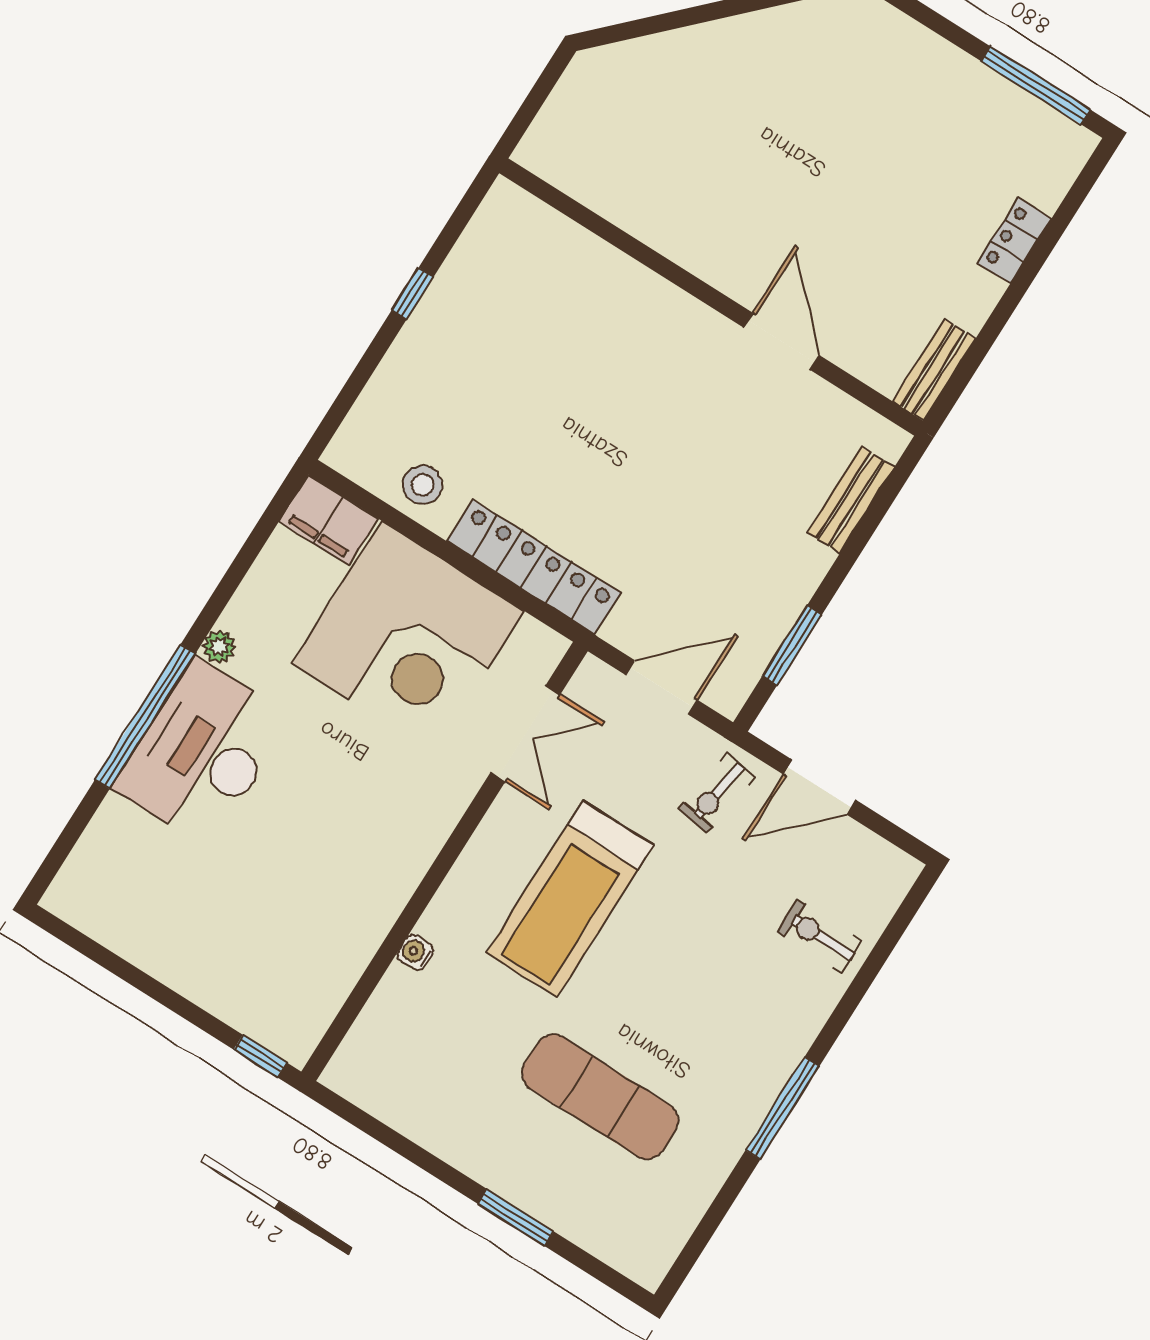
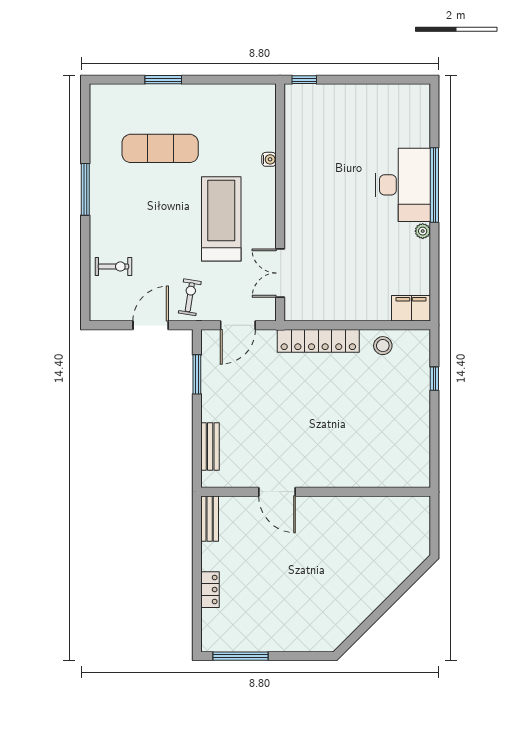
window: (412, 294) -> (434, 379), moved
corner desk: (408, 637) -> (351, 282), removed

